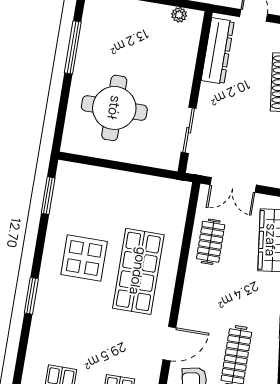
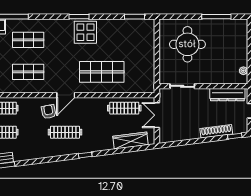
clothes rail: (211, 242) -> (124, 108), width x1.36
display table: (84, 258) -> (85, 32), moved
door: (169, 344) -> (66, 95), hinge flipped

